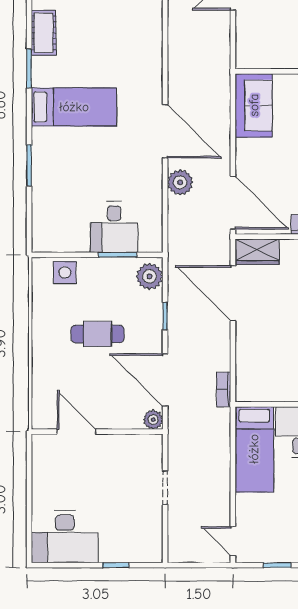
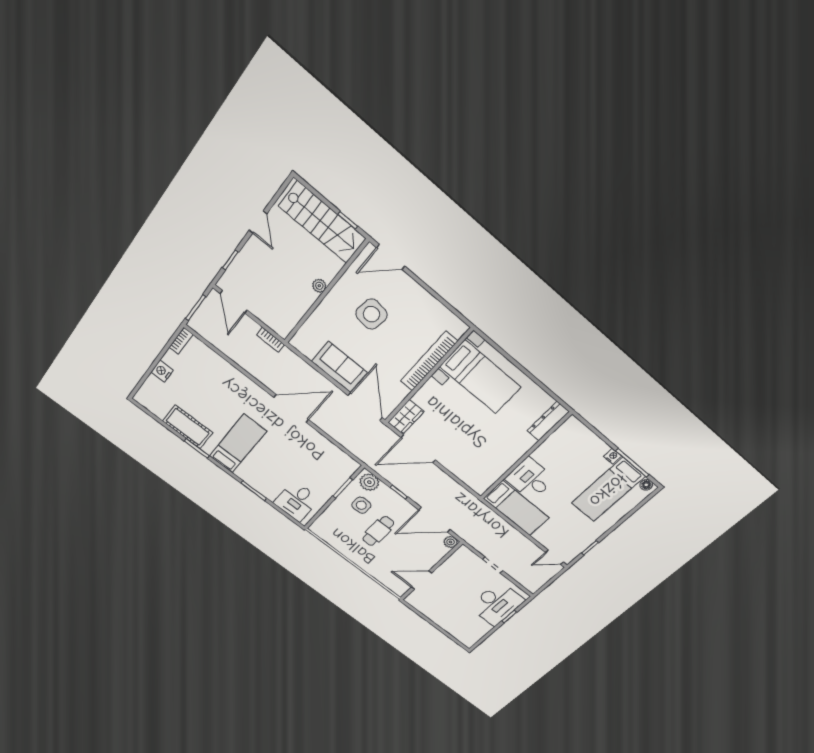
cot: (44, 33) -> (188, 427), width x1.37, depth x1.34
sofa: (254, 105) -> (339, 367), moved
plant: (180, 182) -> (329, 425), removed
door: (233, 203) -> (365, 407), hinge flipped
desk: (114, 227) -> (297, 501), moved, turned 90
side table: (65, 272) -> (361, 505), moved
bookcase: (224, 390) -> (271, 340), moved
desk: (65, 537) -> (497, 604), moved

